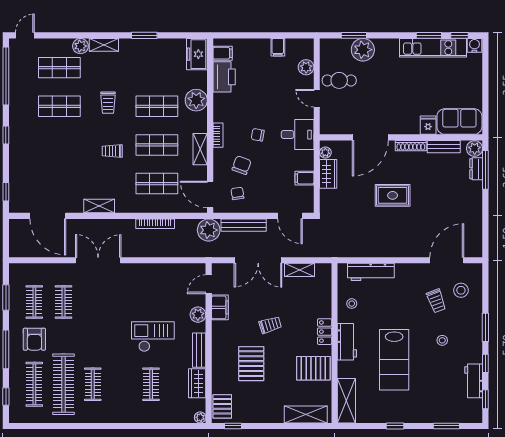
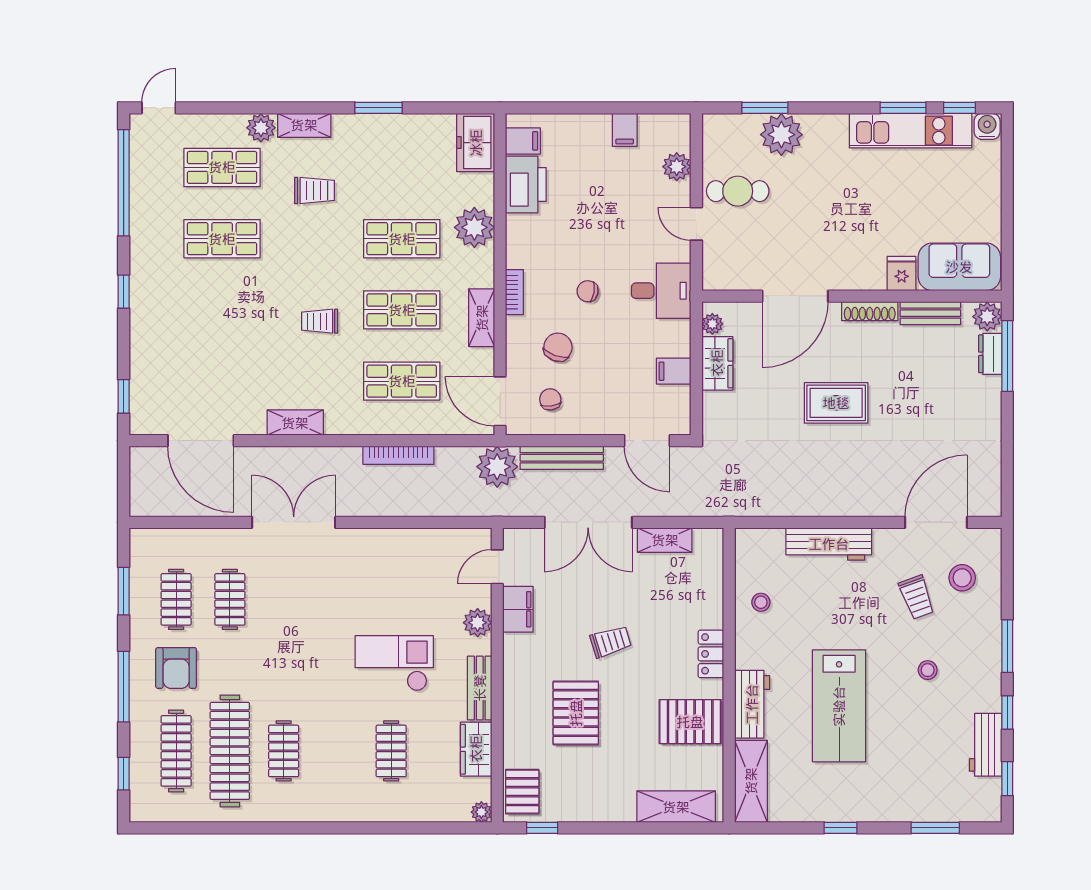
trolley: (108, 103) -> (314, 190), moved, turned -90
workbench: (371, 272) -> (829, 544), moved
workbench: (347, 342) -> (752, 704), moved

